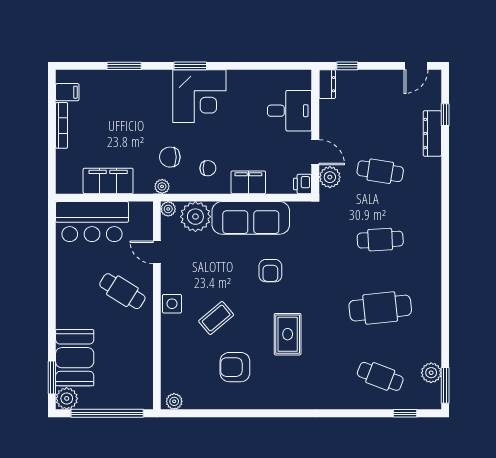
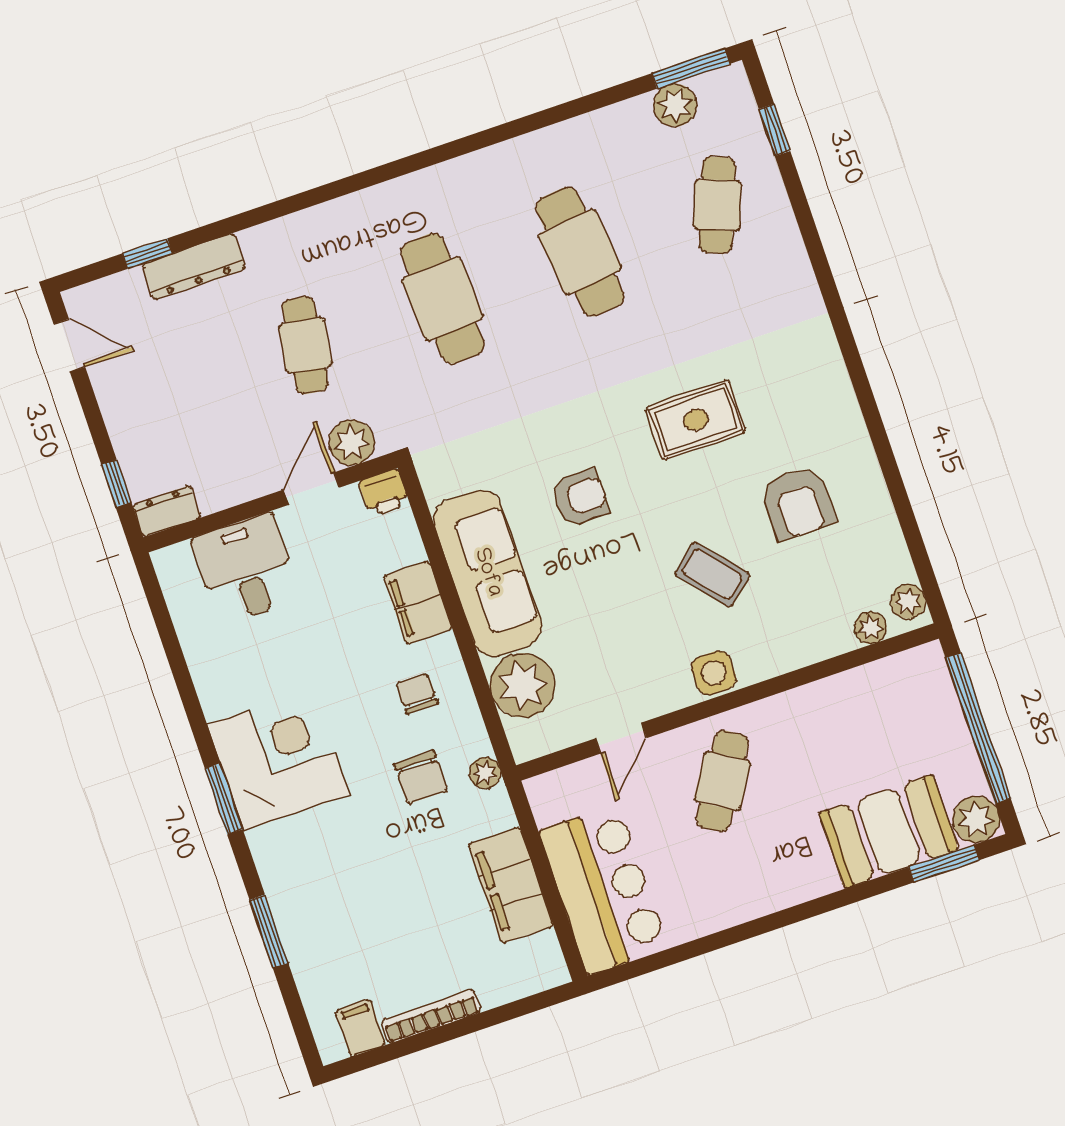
plant: (168, 209) -> (871, 628), moved
cafe table: (380, 240) -> (443, 298), width x1.37, depth x1.35

